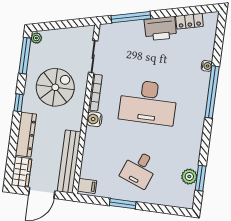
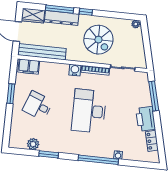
window: (25, 56) -> (60, 9), moved
window: (201, 178) -> (49, 154), moved
filing cabinet: (87, 186) -> (29, 67), width x2.00

